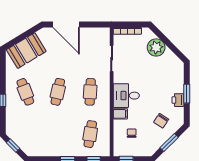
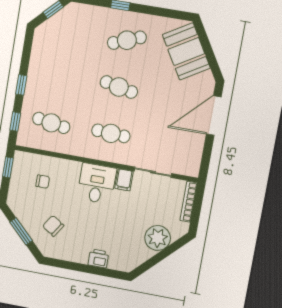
window: (187, 94) -> (85, 268), removed
printer: (178, 100) -> (98, 258), moved
filing cabinet: (120, 114) -> (124, 180), moved

